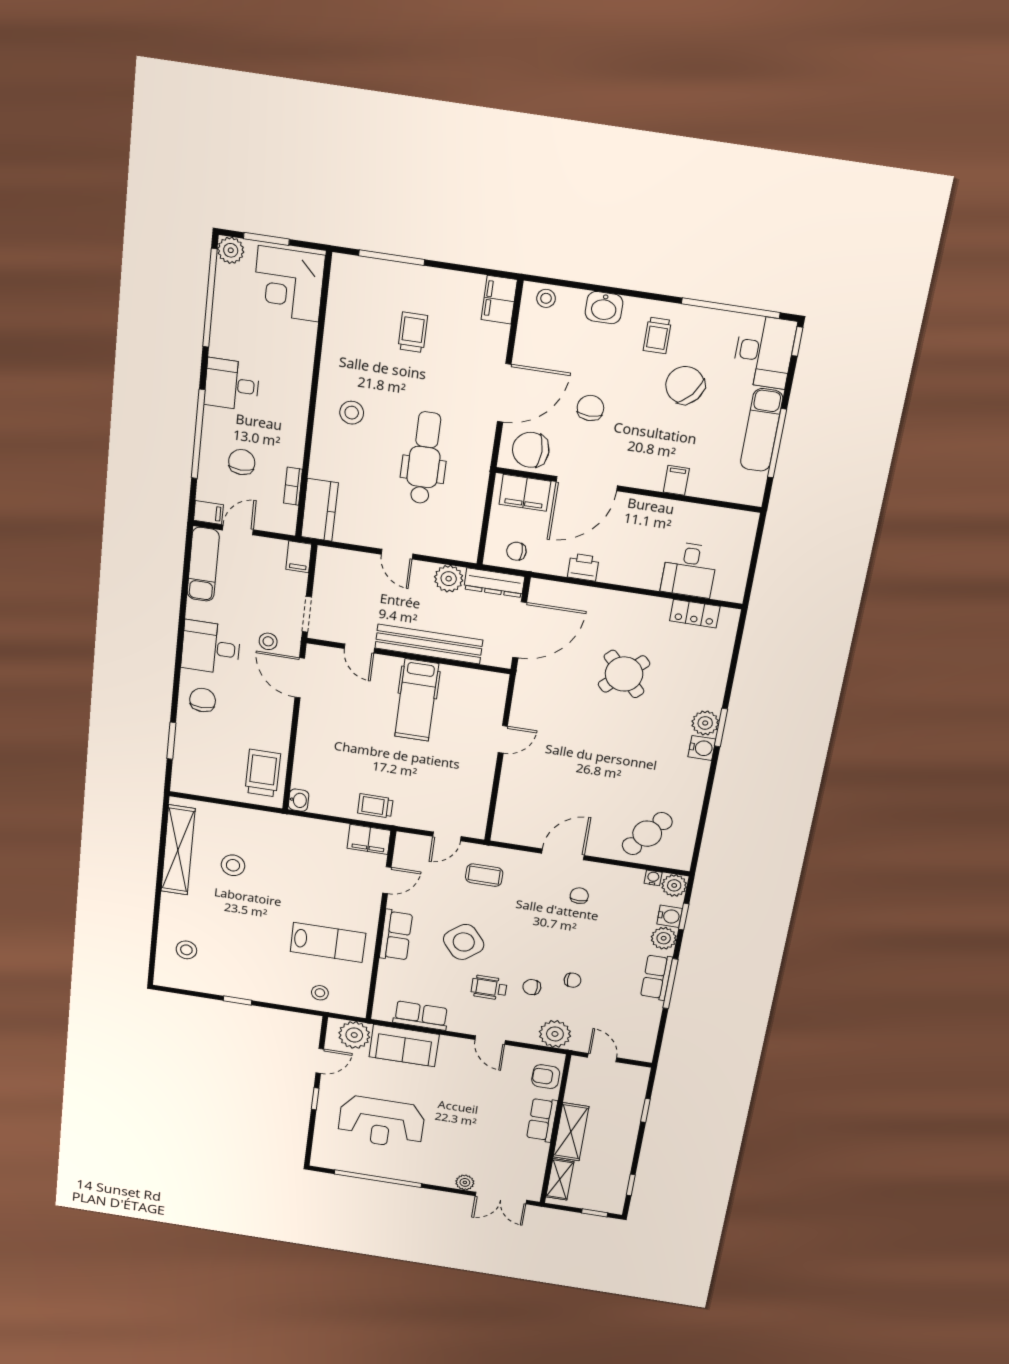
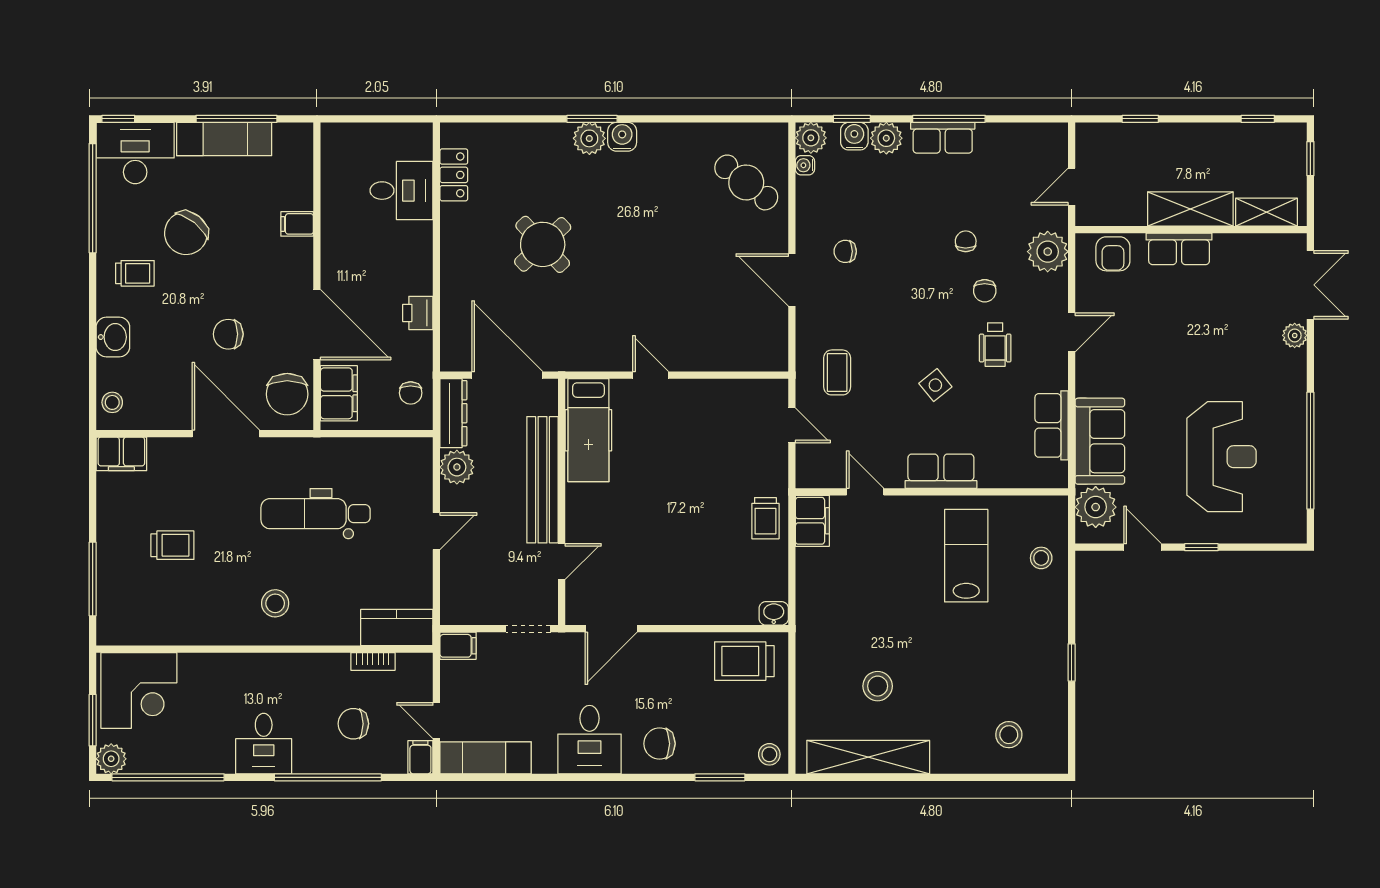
trolley: (413, 332) -> (172, 545), turned 180
stool: (268, 641) -> (769, 754), moved
hospital bed: (417, 700) -> (588, 430), moved, turned 90
side table: (464, 942) -> (935, 385), width x0.54, depth x0.54

